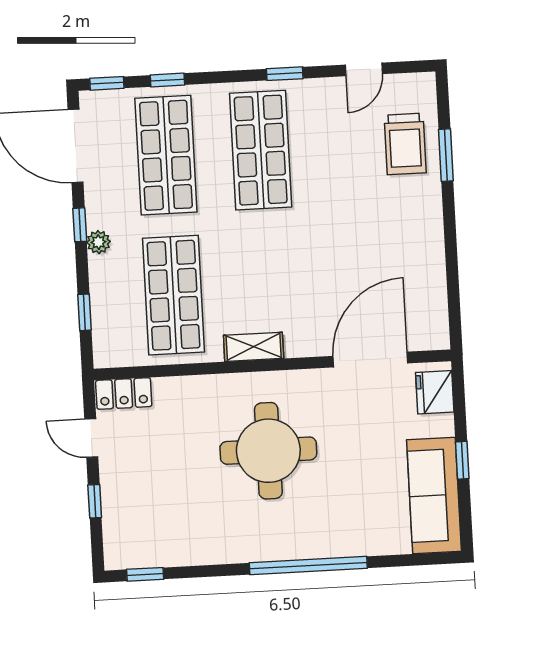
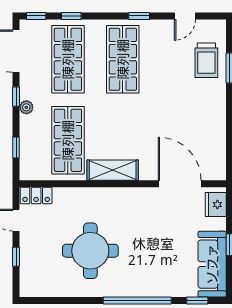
shelving: (254, 347) -> (113, 170), width x1.50, depth x1.33
door: (370, 360) -> (180, 184), hinge flipped
round table: (268, 451) -> (90, 251), moved
window: (145, 574) -> (197, 301), moved

